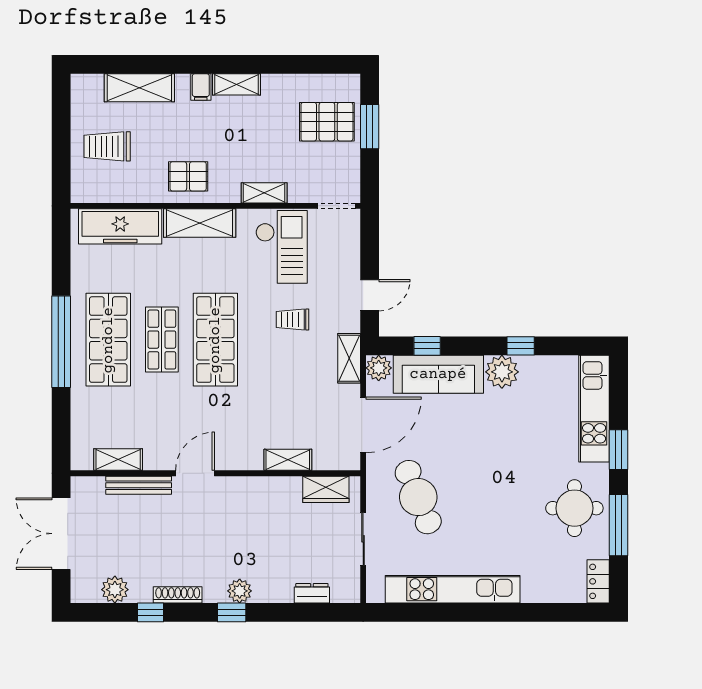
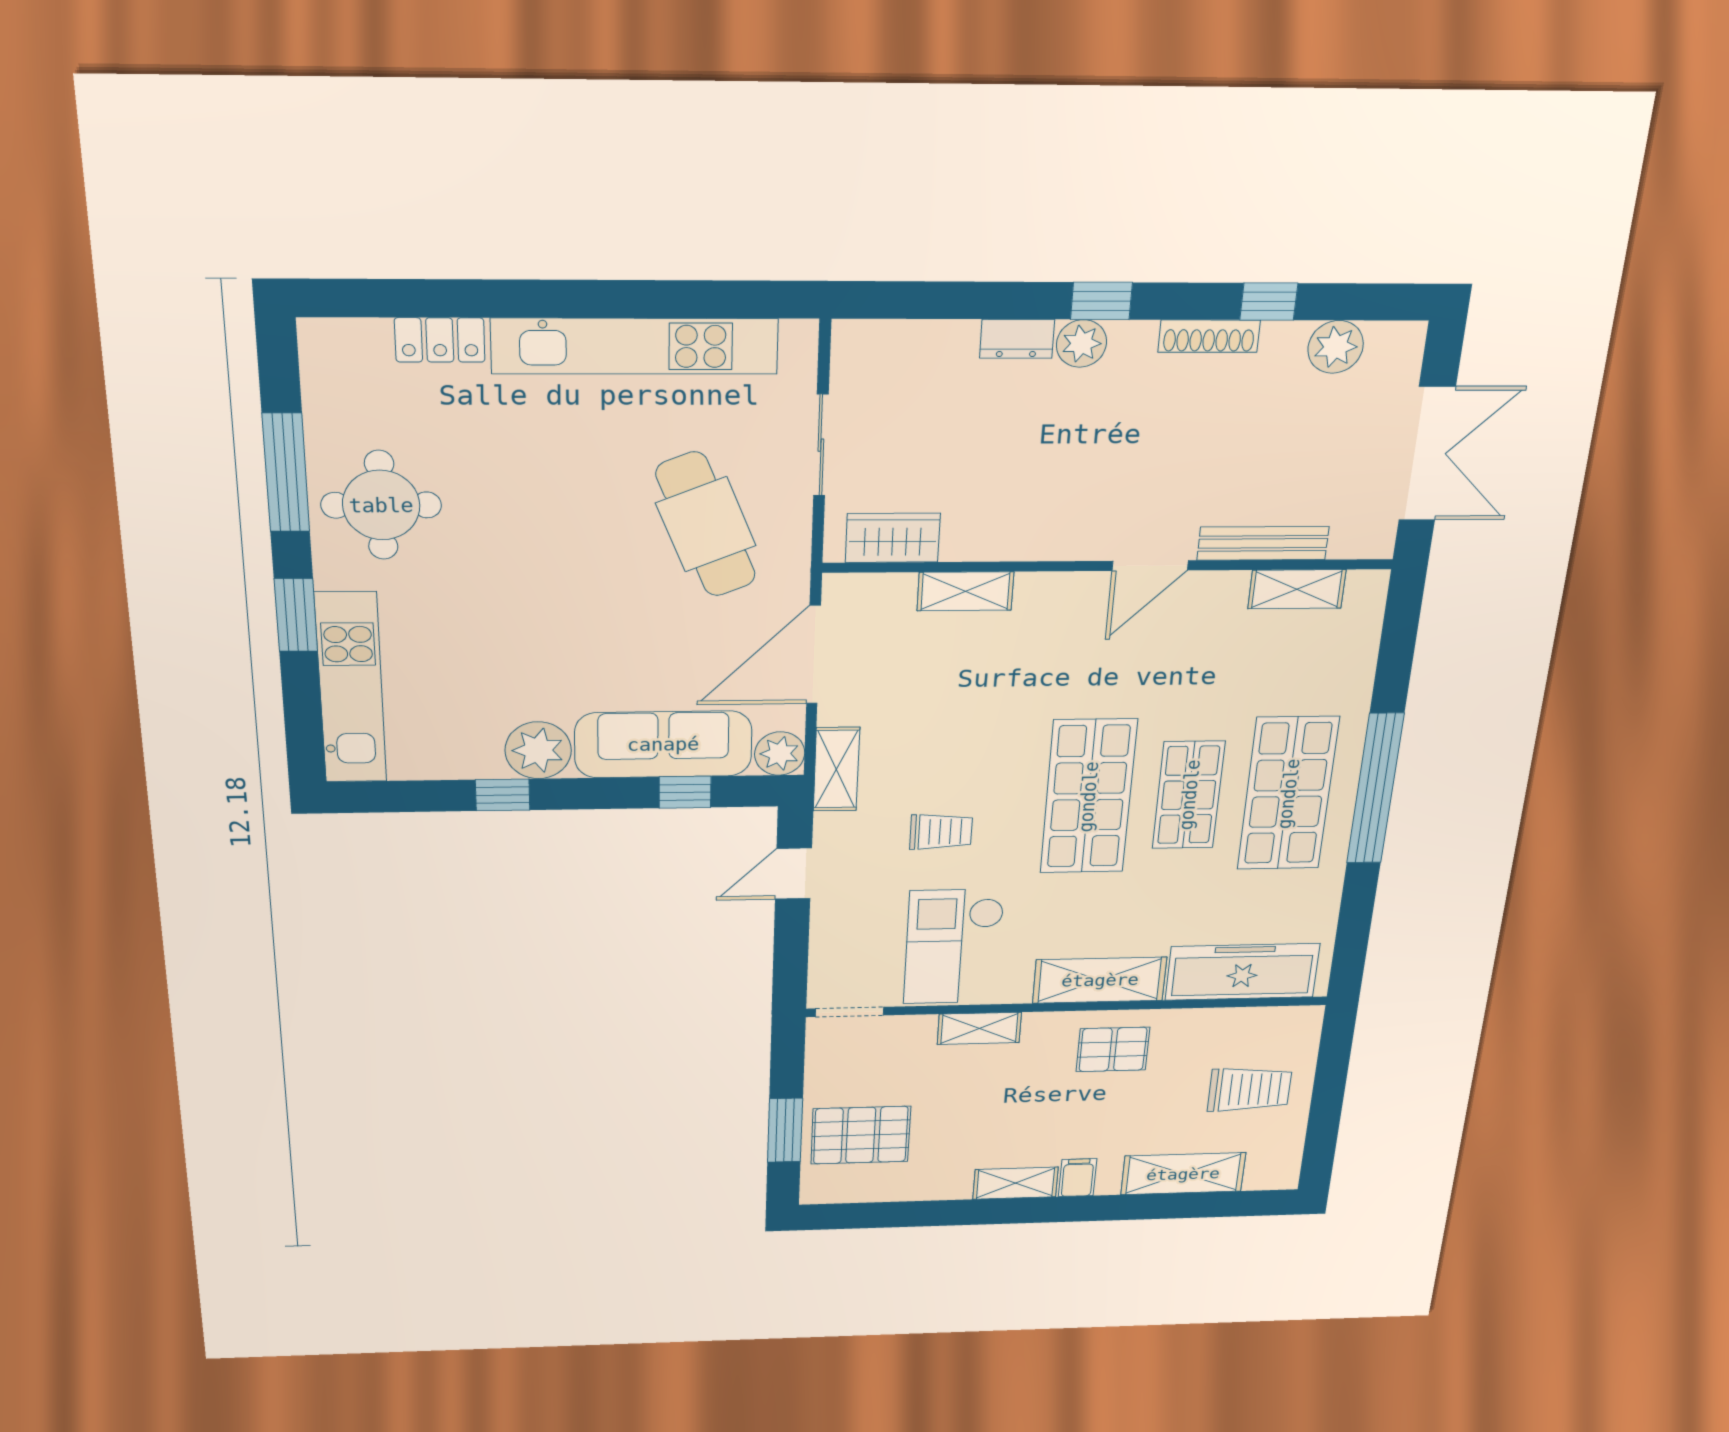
locker: (598, 581) -> (440, 340), moved, turned 90
dresser: (312, 593) -> (1017, 339), moved

